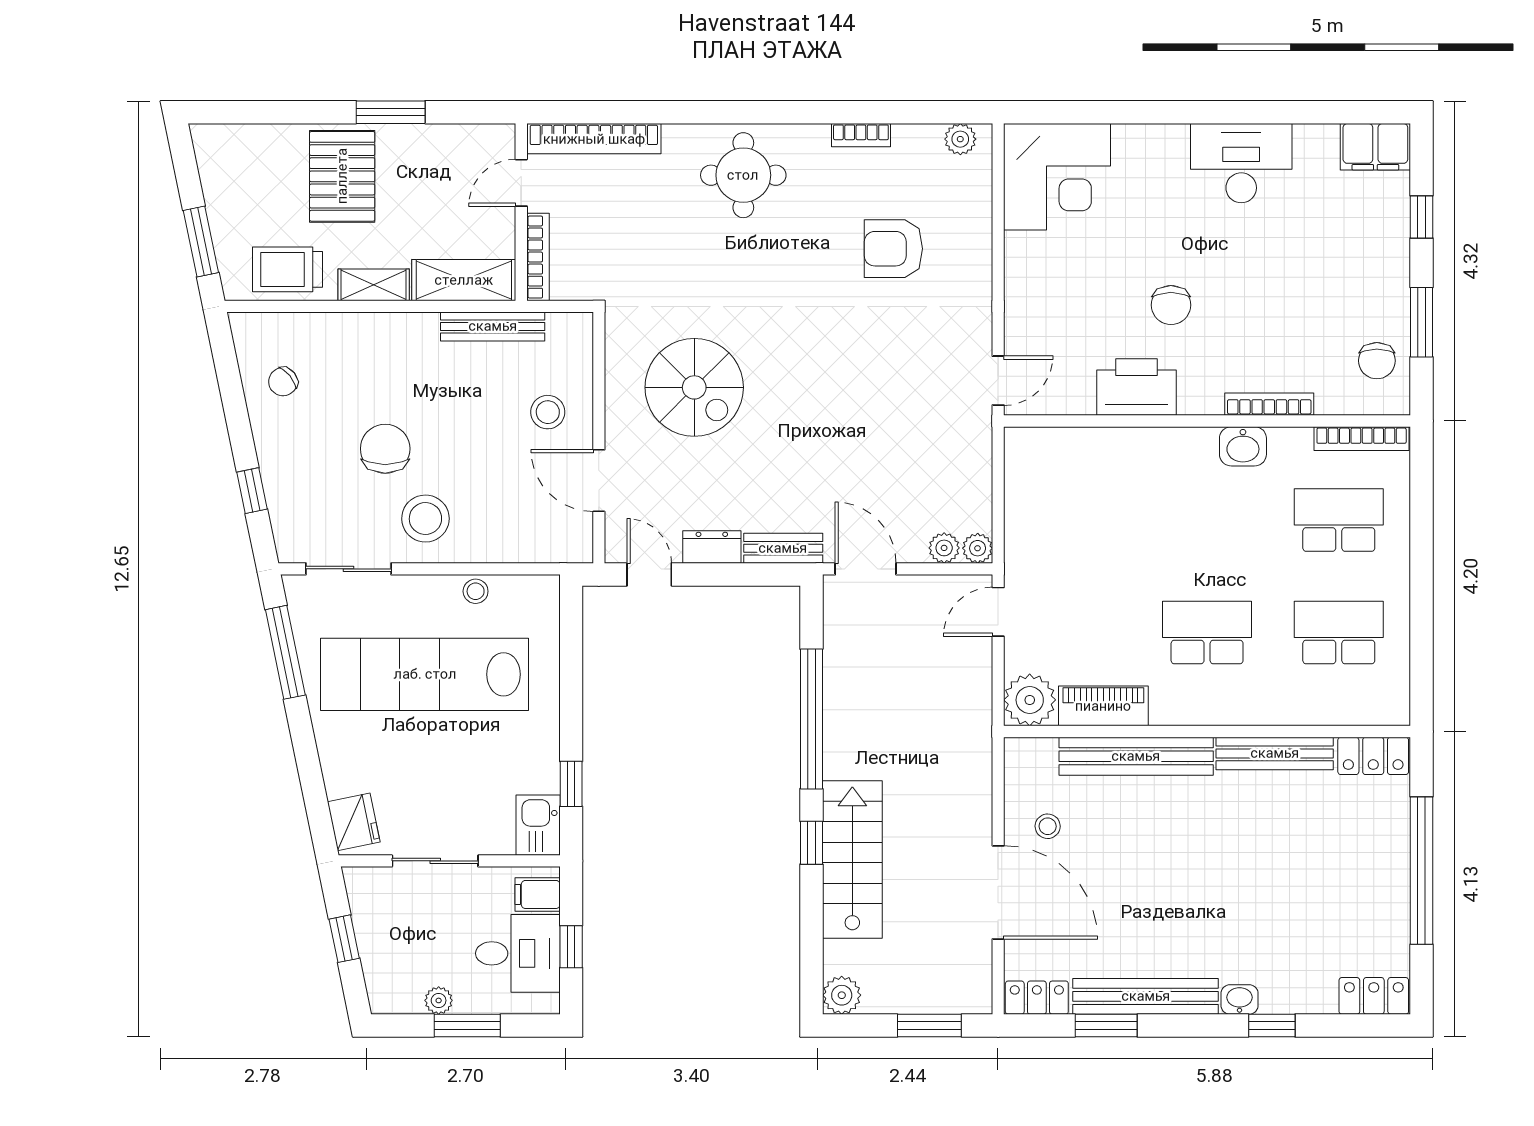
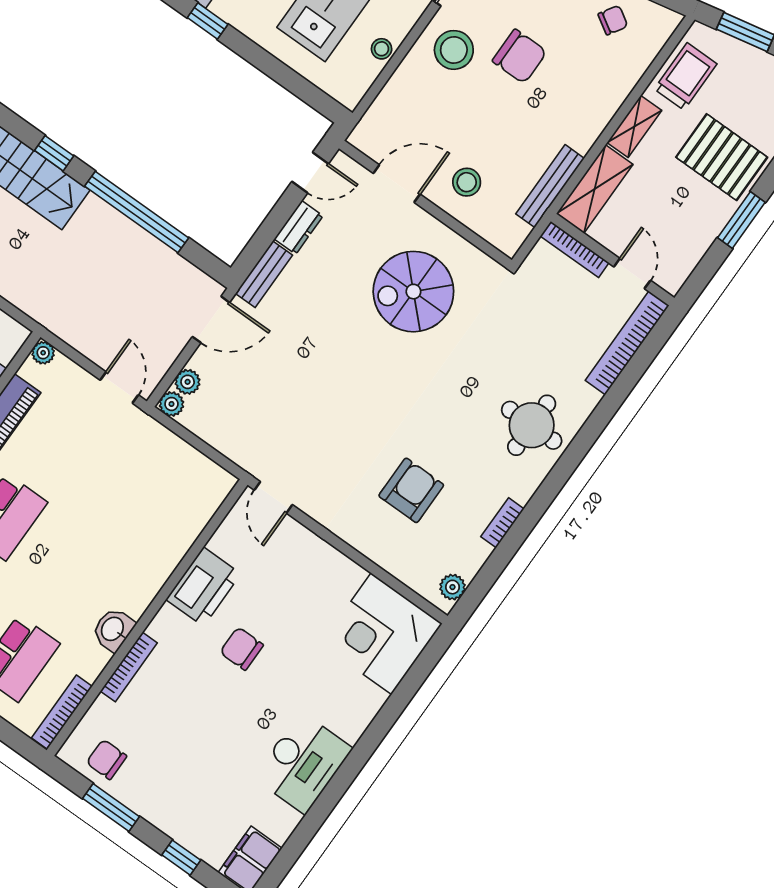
chair: (283, 382) -> (613, 20), turned 71
plant: (1030, 700) -> (43, 353), width x0.53, depth x0.53

